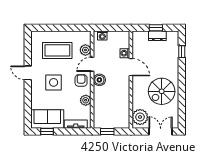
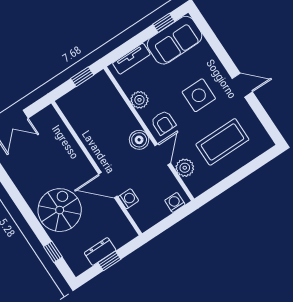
spiral stairs: (162, 91) -> (60, 210), moved
plant: (140, 117) -> (51, 126), removed

